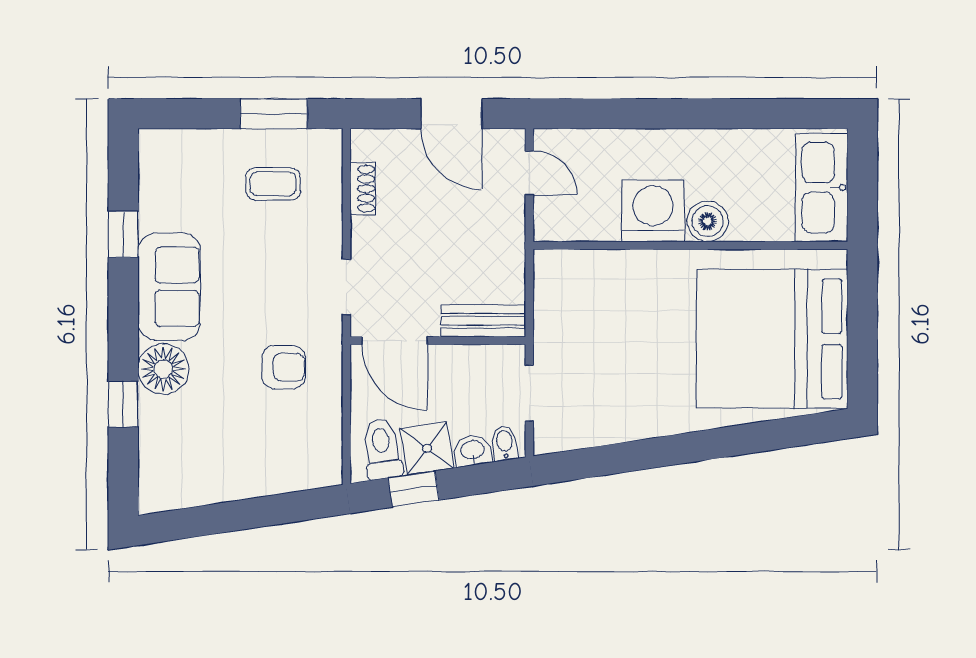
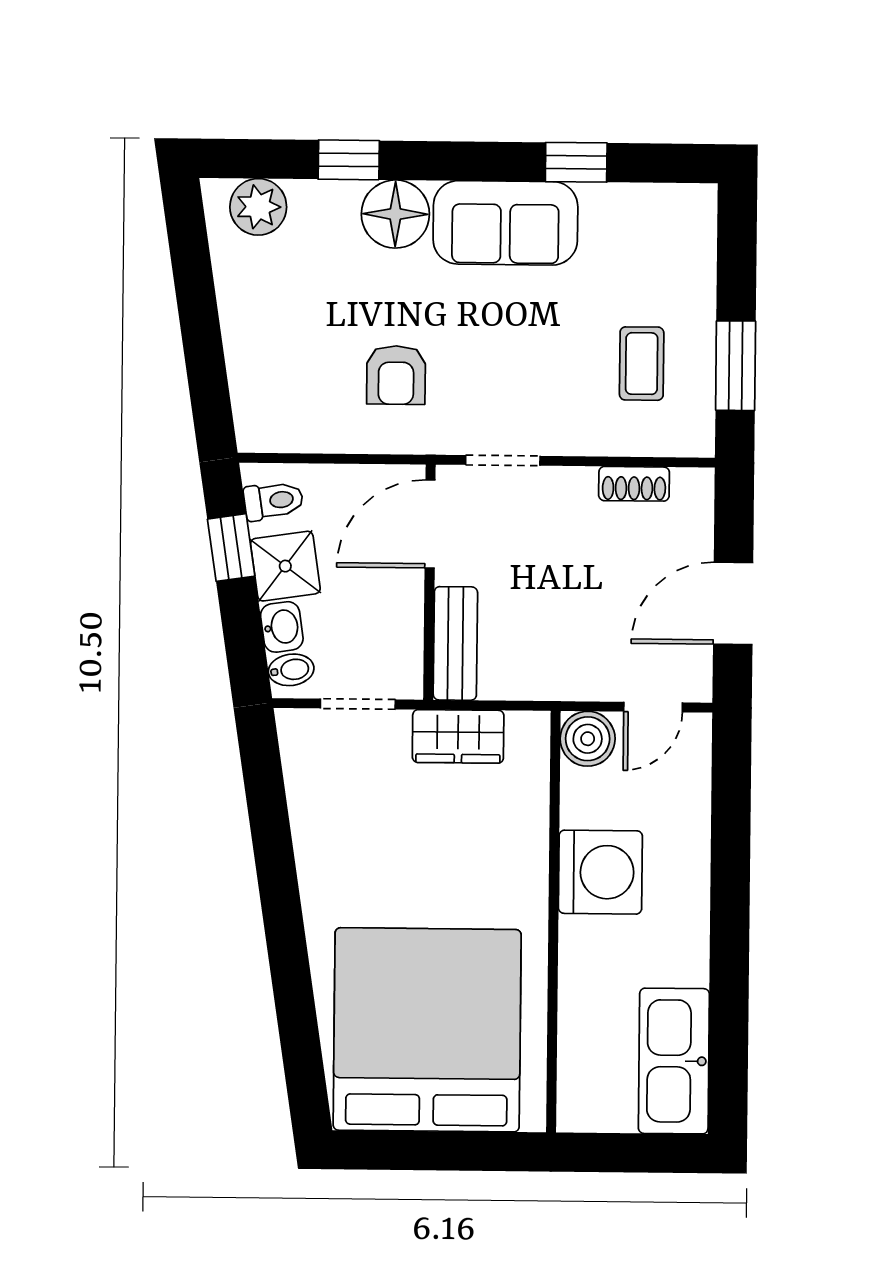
kitchen sink: (822, 188) -> (674, 1061), moved, turned -90
boiler: (707, 221) -> (588, 739), moved
wardrobe: (553, 318) -> (458, 736), added
toilet: (382, 449) -> (274, 501), width x0.73, depth x0.72
plant: (159, 471) -> (258, 207), added

